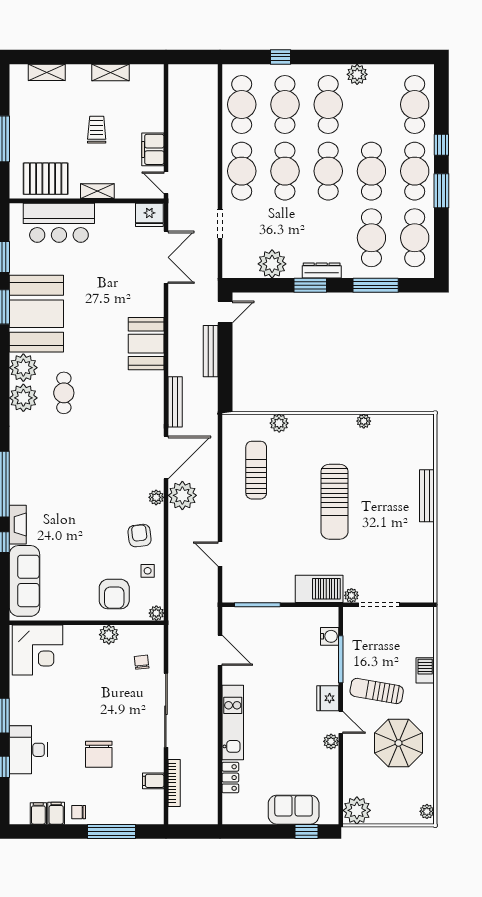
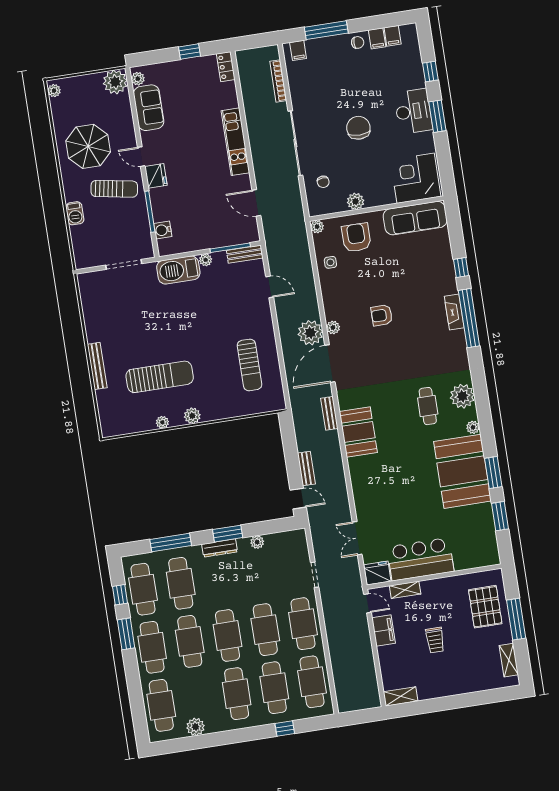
shelving: (47, 72) -> (509, 660), moved, turned 90
shelving: (111, 73) -> (401, 696), moved
plant: (357, 74) -> (196, 727), moved
window: (441, 145) -> (120, 595), moved
pallet: (46, 179) -> (485, 607), moved, turned 90
shelving: (97, 191) -> (405, 590), moved
bar counter: (59, 223) -> (420, 559), moved
double door: (166, 257) -> (357, 538), width x0.73
plant: (272, 264) -> (257, 542), width x0.53, depth x0.53
door: (225, 312) -> (298, 499), swing flipped
booth: (146, 344) -> (358, 432), moved
bench: (211, 351) -> (306, 468), width x0.73
plant: (23, 368) -> (473, 427), width x0.53, depth x0.53
bench: (175, 402) -> (329, 413), width x0.73
plant: (279, 423) -> (192, 416), moved
sun lounger: (335, 502) -> (160, 377), moved, turned 90
fireplace: (18, 525) -> (454, 312), moved
armchair: (140, 536) -> (382, 315), moved, turned 97
sofa: (25, 581) -> (415, 218), moved, turned -90
bench: (242, 595) -> (245, 254), added
plant: (351, 595) -> (206, 260), moved
plant: (331, 741) -> (138, 79), moved
desk: (28, 750) -> (413, 111), moved
chair: (99, 754) -> (358, 128), moved
locker: (230, 778) -> (226, 67), moved
filing cabinet: (153, 781) -> (298, 50), moved, turned 90
sofa: (294, 810) -> (149, 108), moved, turned -90
window: (306, 831) -> (190, 52), moved

